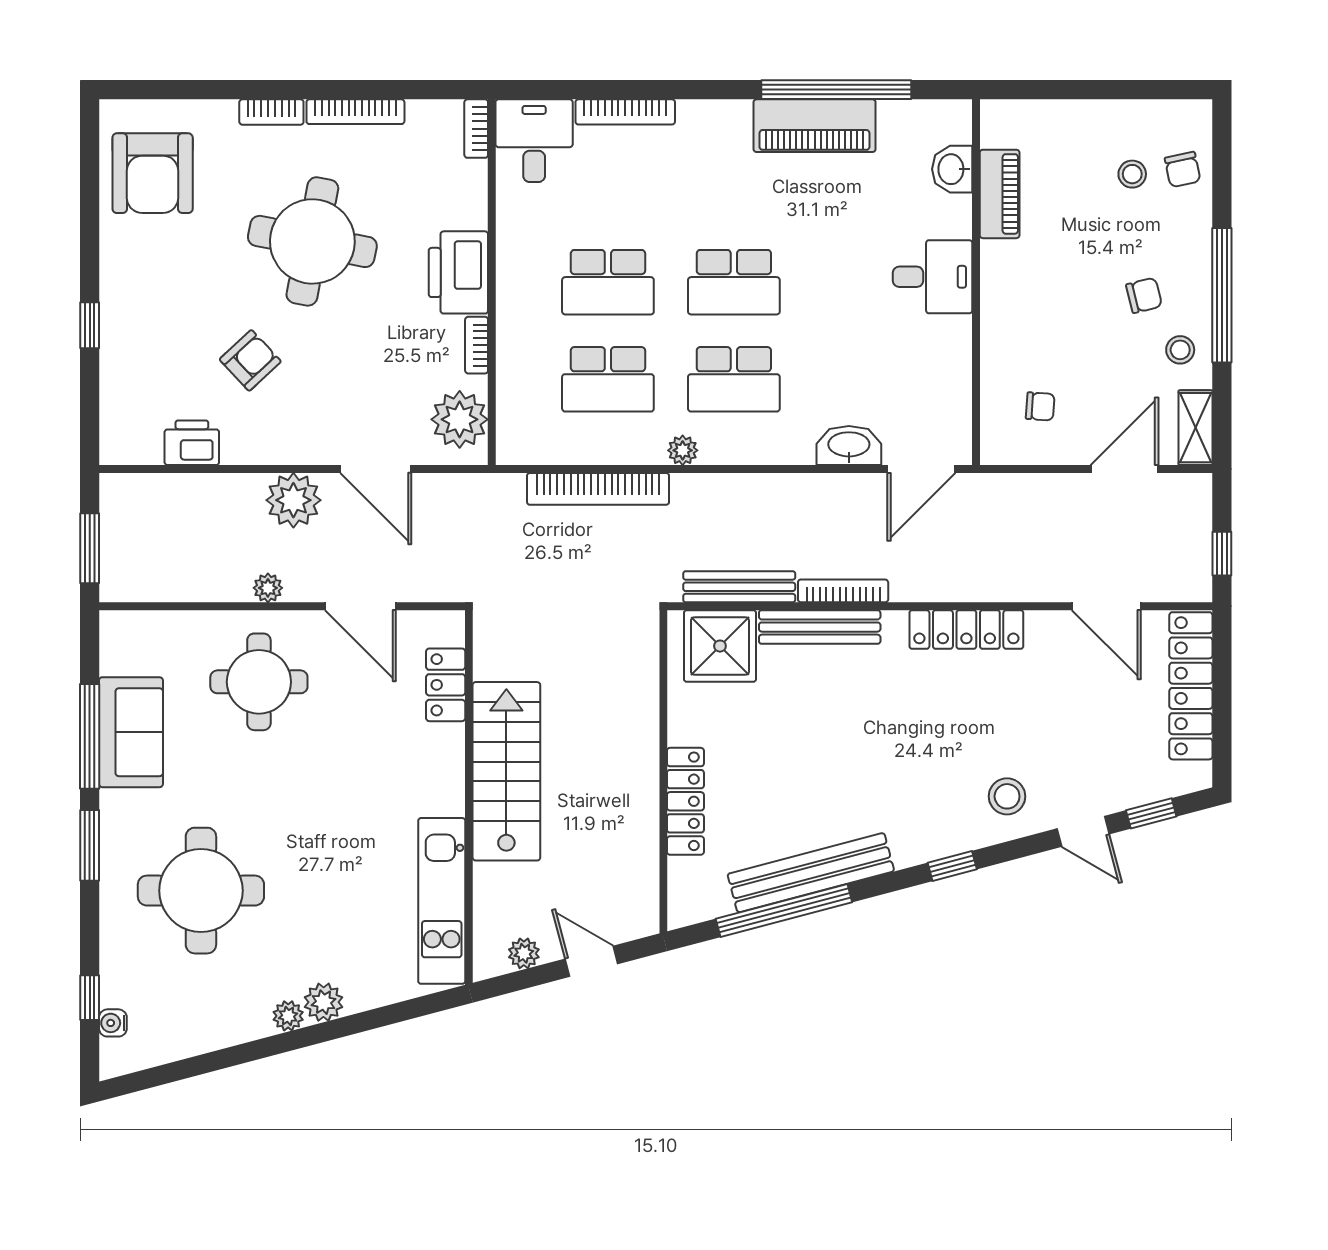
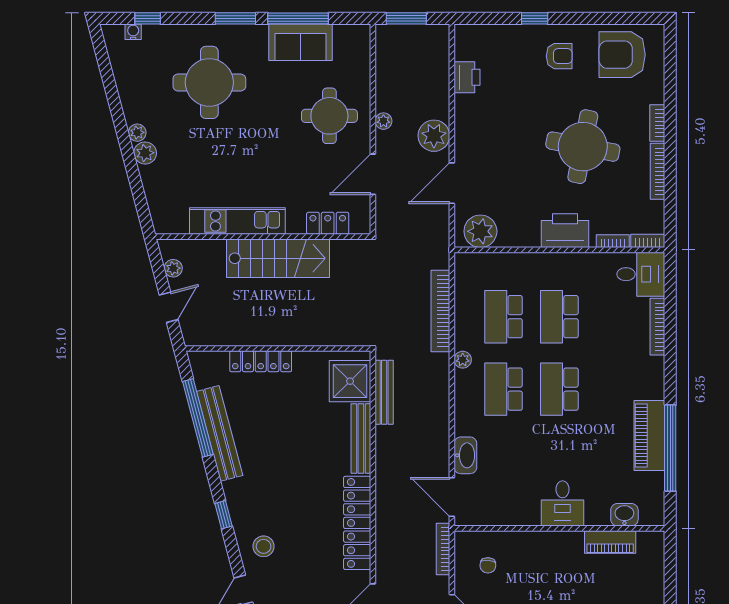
bookcase: (477, 345) -> (613, 241), moved
armchair: (250, 360) -> (559, 56), moved, turned -47
bookcase: (843, 591) -> (443, 549), moved, turned 180
locker: (966, 629) -> (357, 523), width x1.41, depth x1.21
kitchen unit: (442, 901) -> (237, 221), moved

